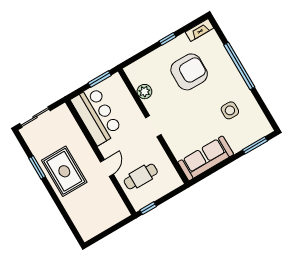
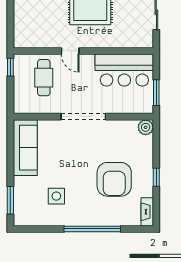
plant: (144, 92) -> (146, 127), moved
doorway: (153, 126) -> (83, 117), width x1.88

